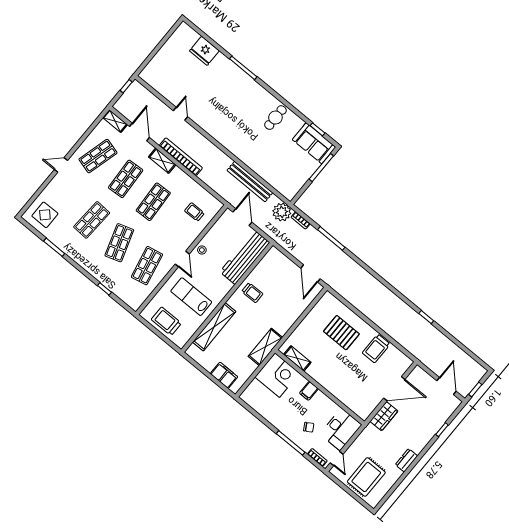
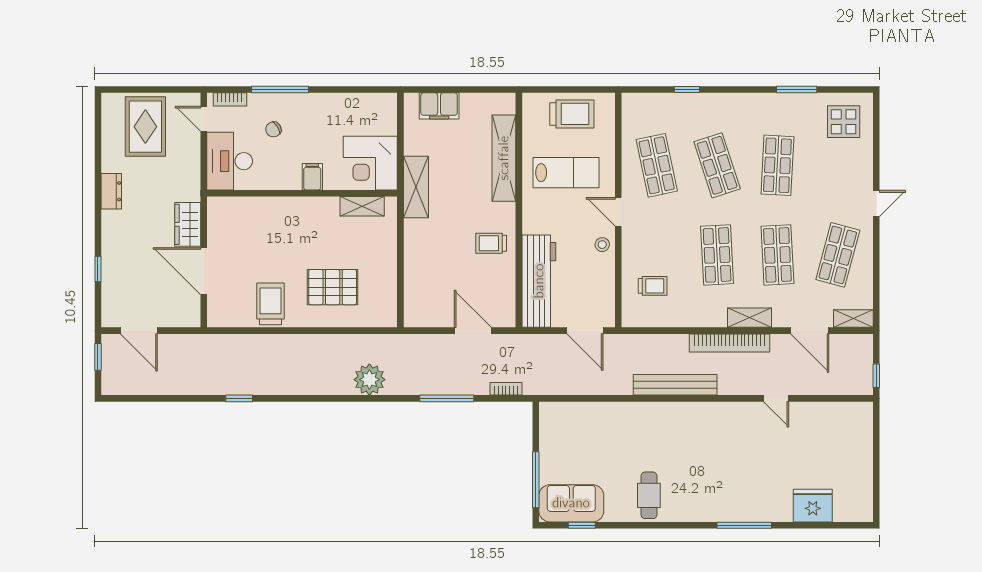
bench: (250, 182) -> (675, 385), moved
plant: (282, 212) -> (369, 380), moved
door: (311, 273) -> (473, 331), moved
door: (394, 389) -> (204, 271), hinge flipped

